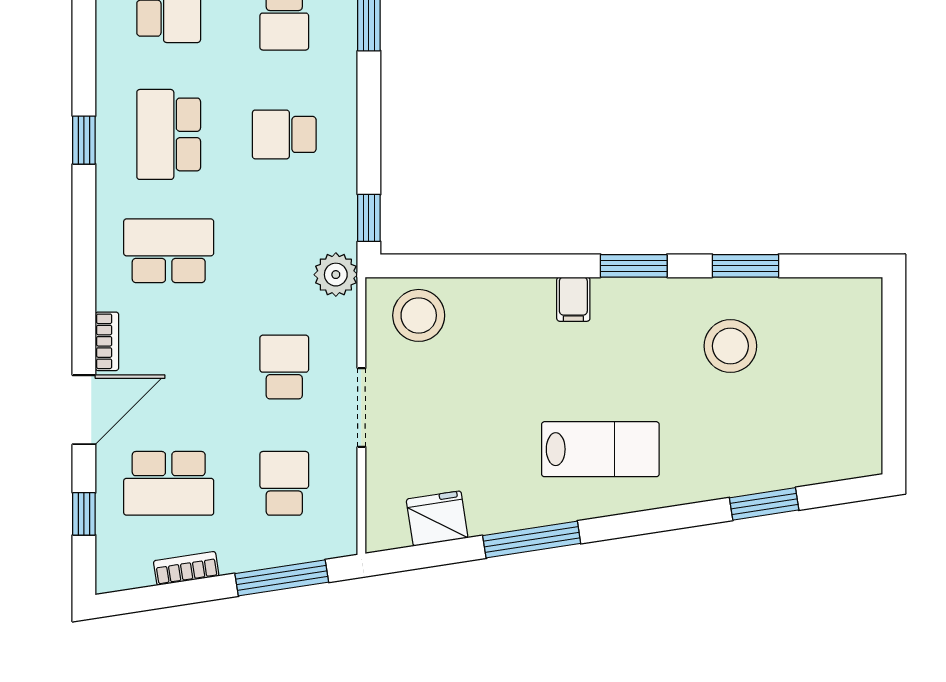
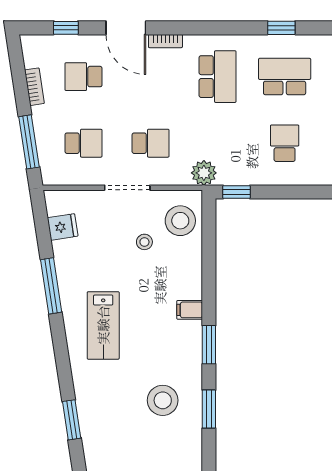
stool: (456, 378) -> (144, 242), added
school desk: (169, 483) -> (84, 77), width x0.54
fridge: (437, 518) -> (63, 227), width x0.72

